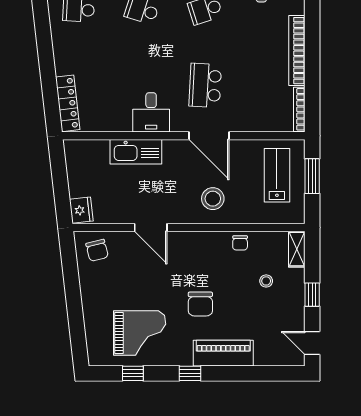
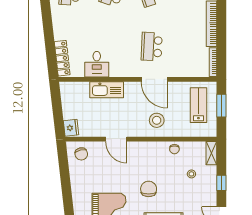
desk: (151, 112) -> (97, 64), moved
chair: (200, 304) -> (149, 189), turned 180

